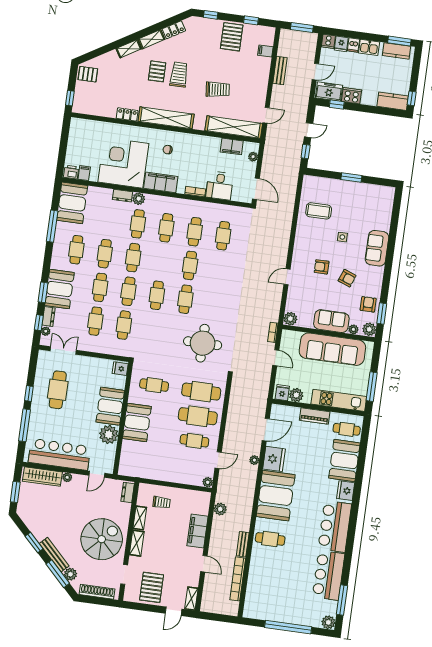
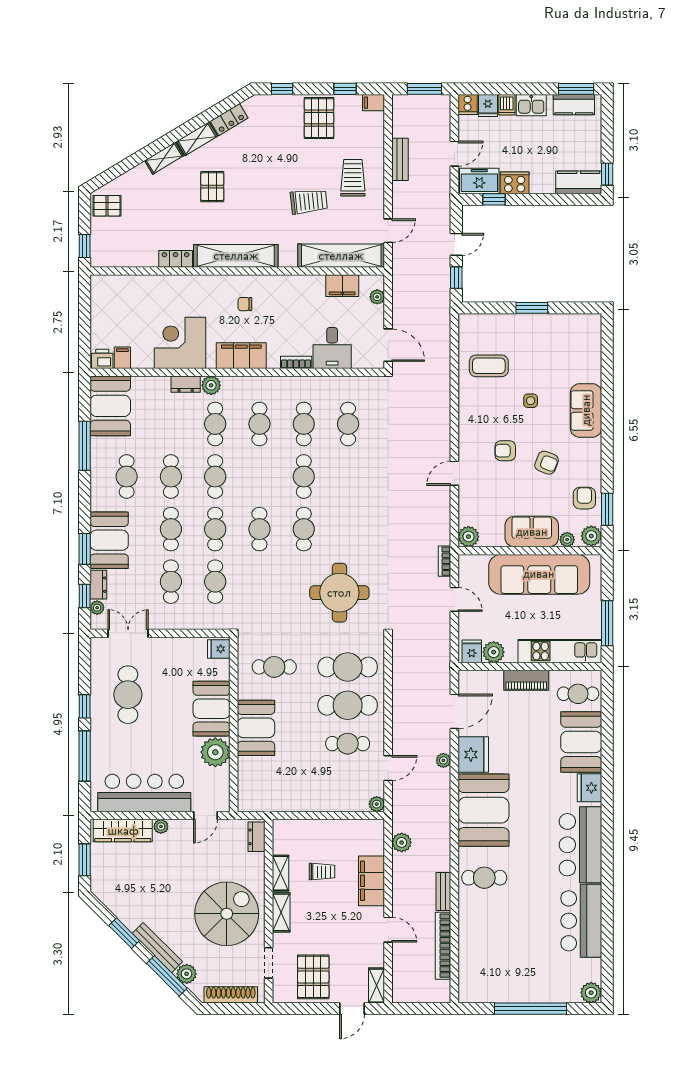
filing cabinet: (265, 51) -> (374, 103), moved
trolley: (179, 75) -> (353, 178), moved
corner desk: (123, 163) -> (180, 343), width x0.74, depth x0.74
trolley: (162, 502) -> (322, 872), moved
window: (342, 600) -> (607, 956), removed

